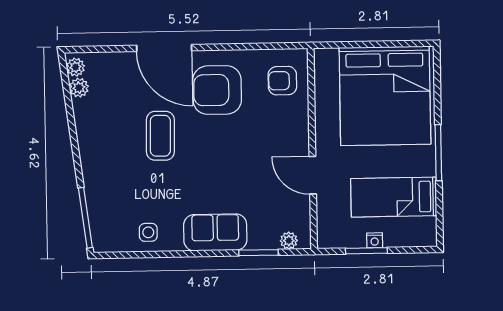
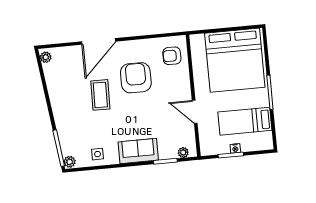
door: (164, 48) -> (99, 41), hinge flipped
plant: (79, 88) -> (70, 162), moved
armchair: (217, 90) -> (136, 78), moved, turned 90

